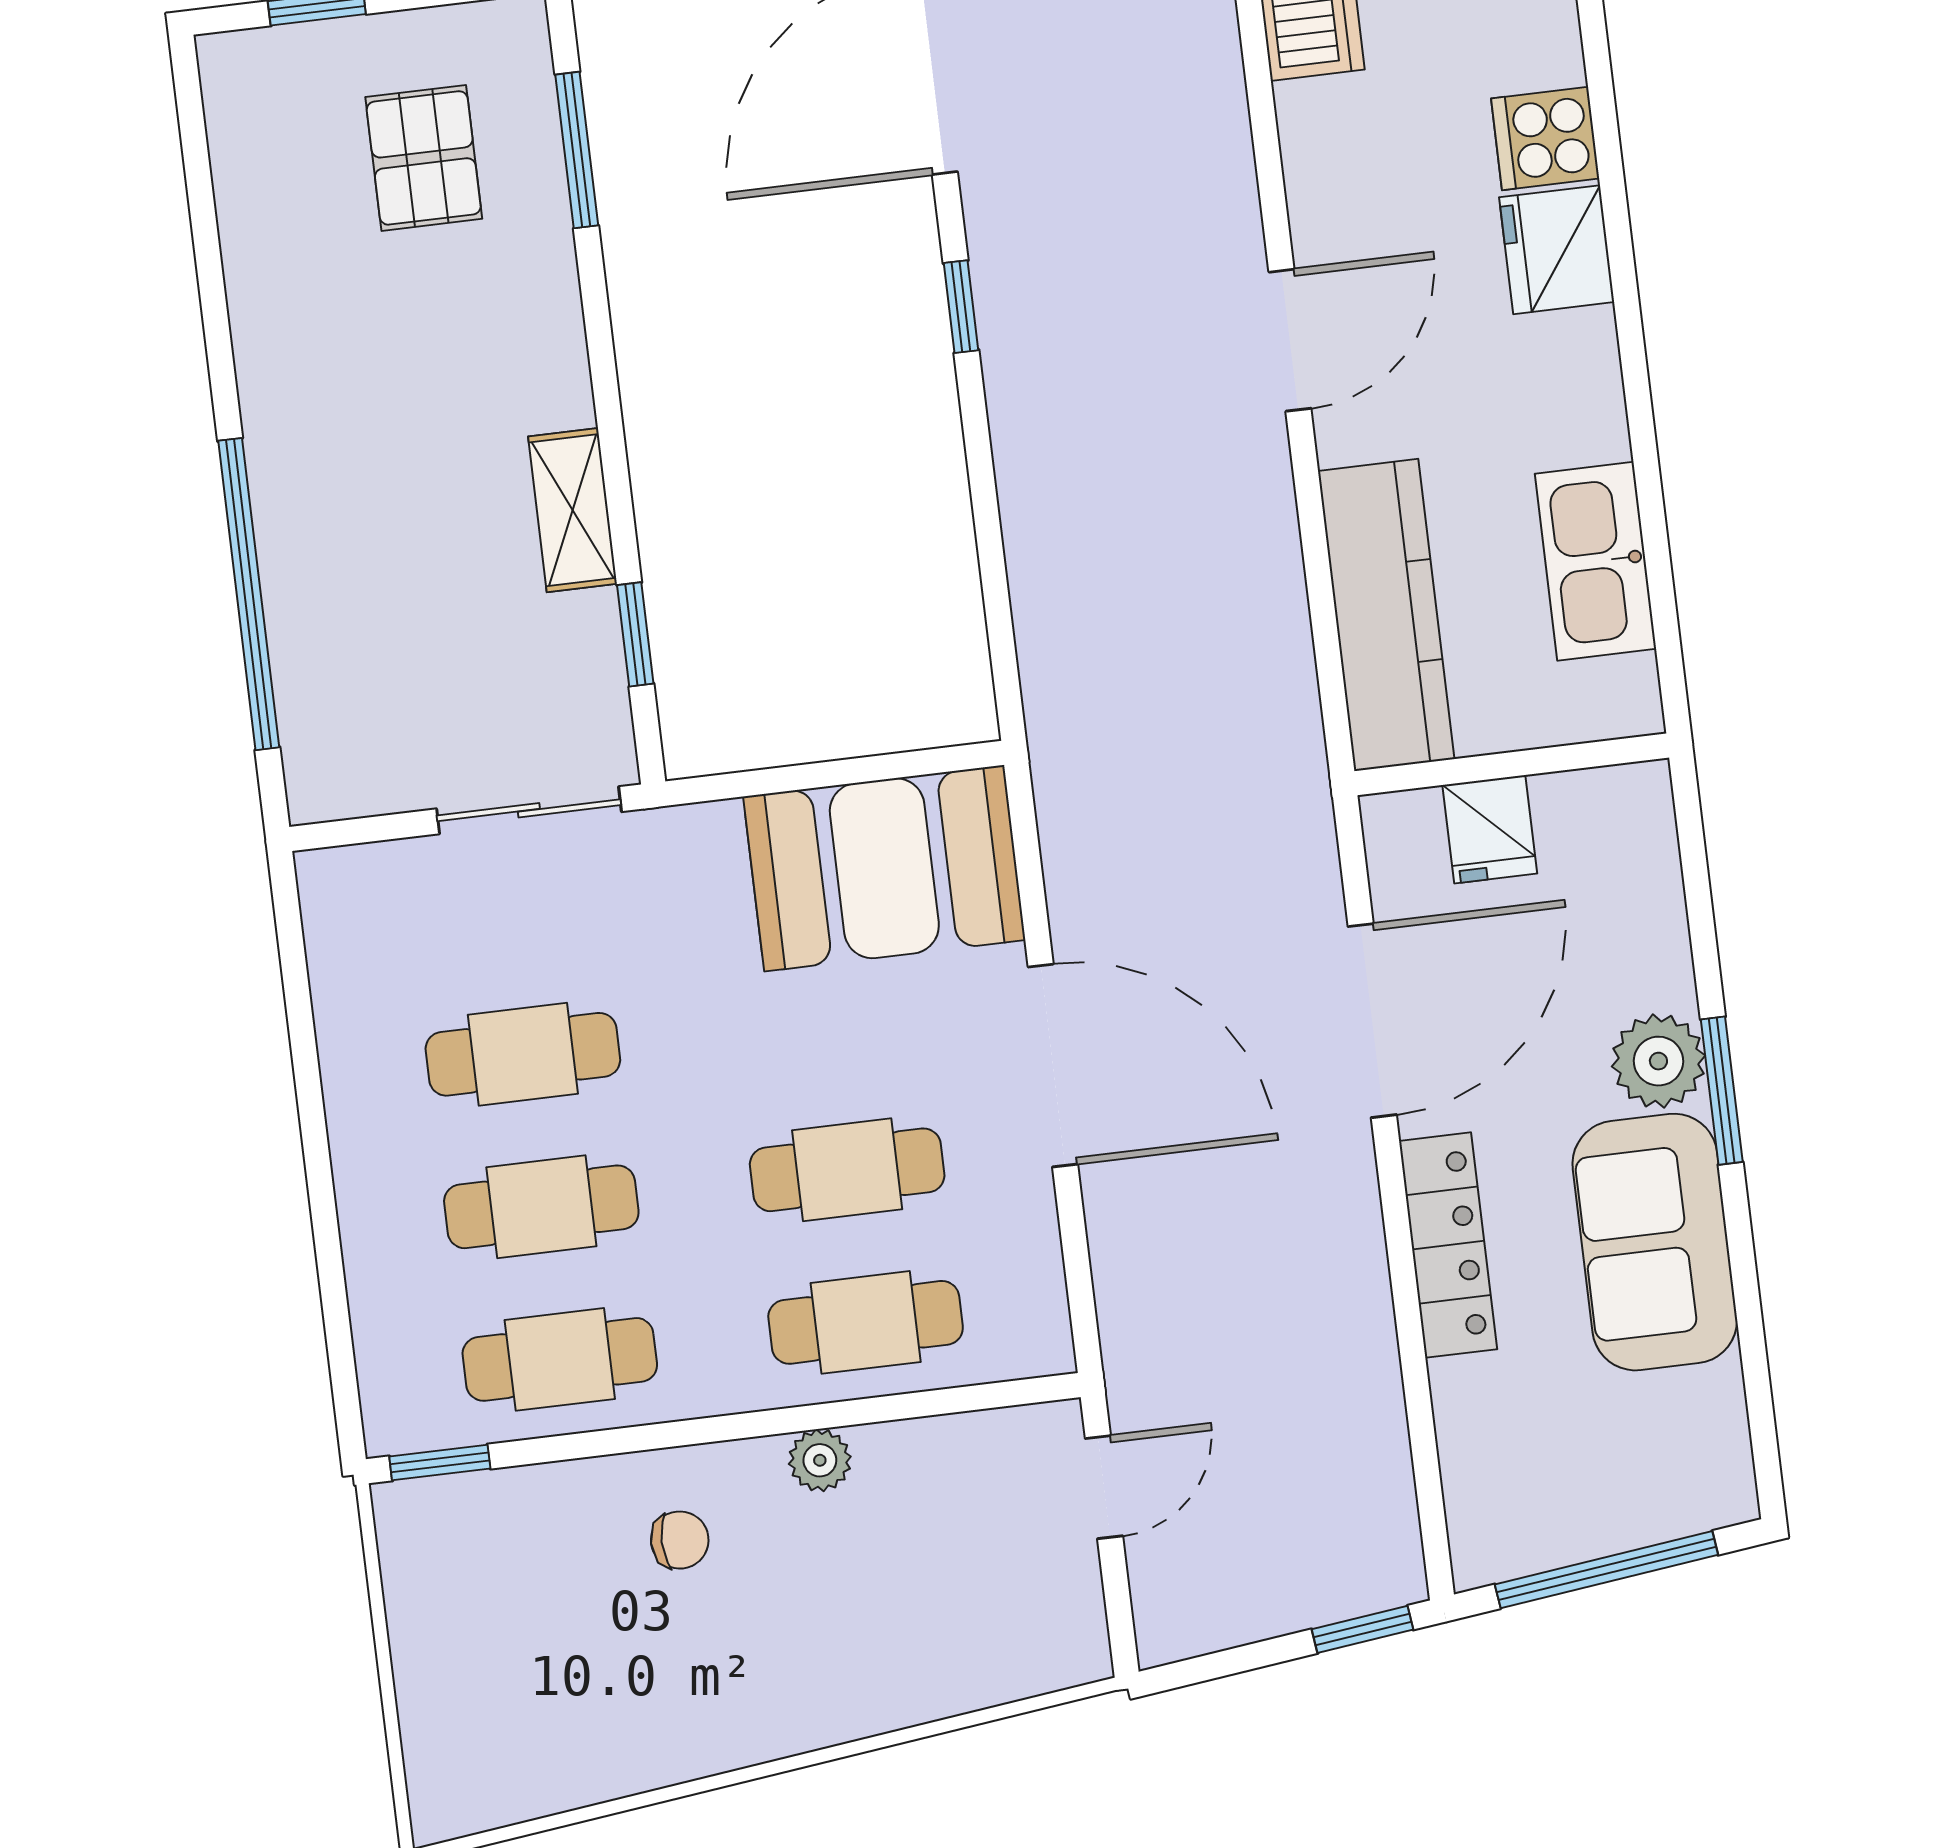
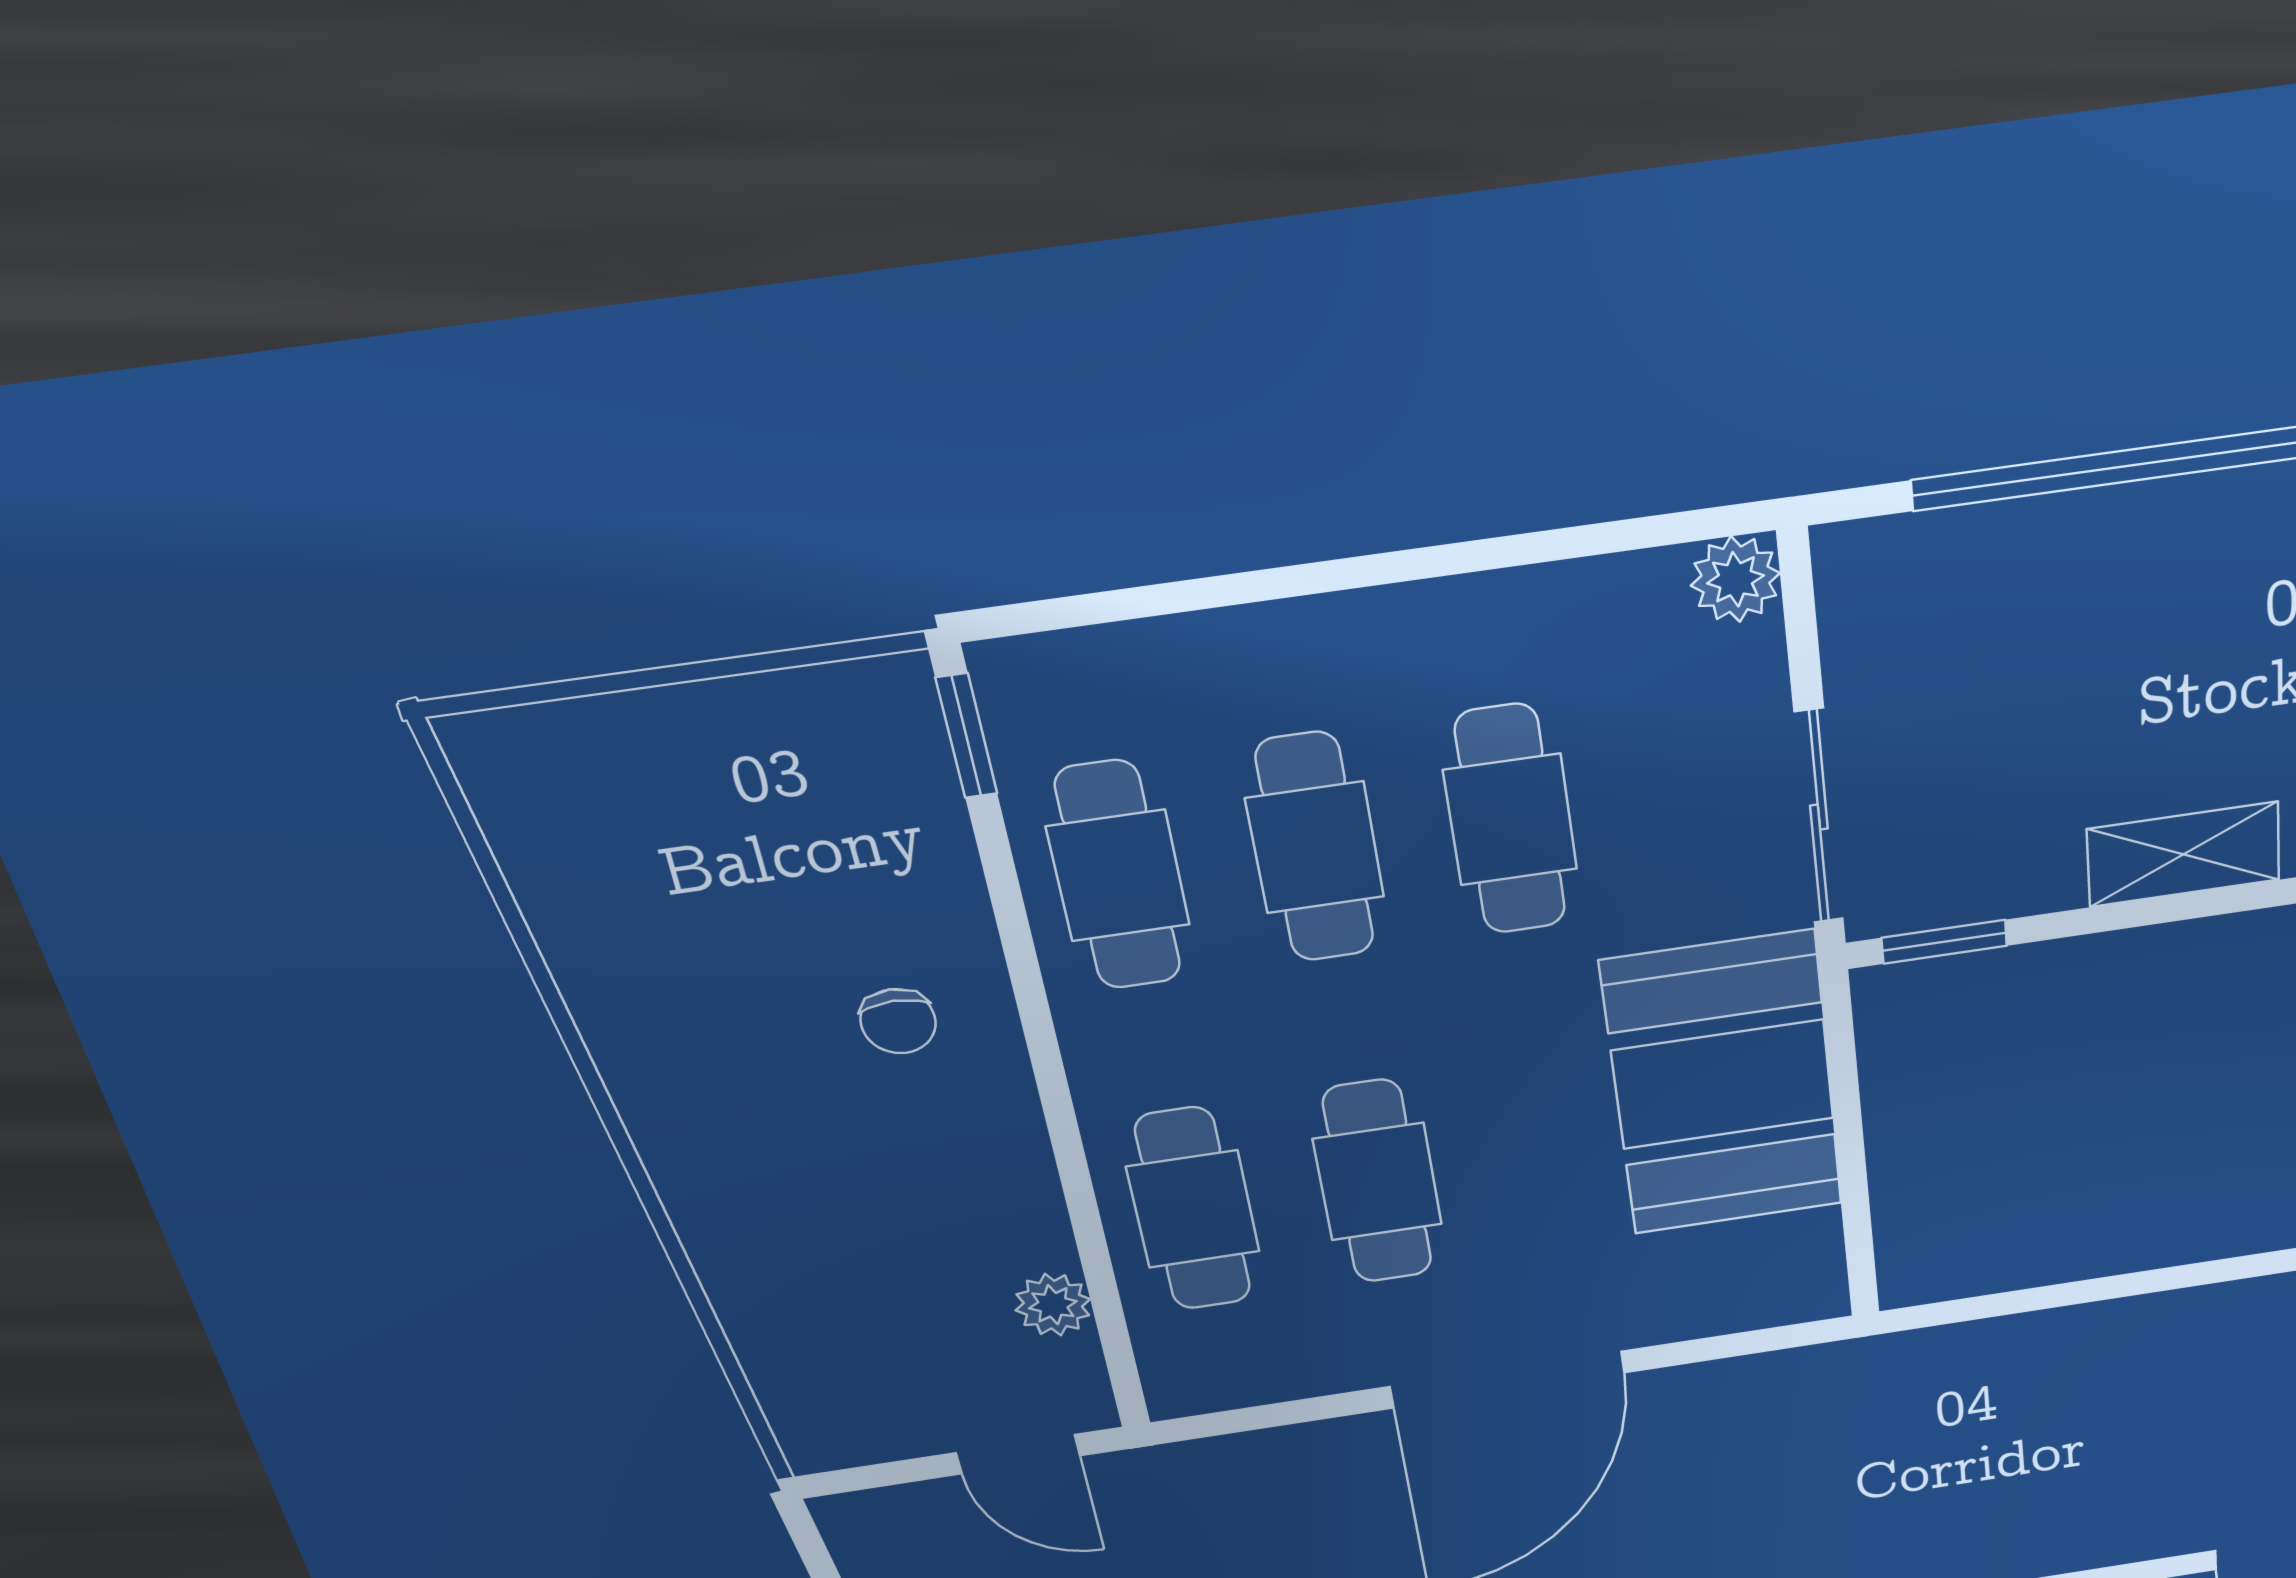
window: (635, 634) -> (1944, 942), moved
booth: (884, 868) -> (1723, 1085), moved
plant: (330, 881) -> (1735, 579), added
plant: (820, 1460) -> (1053, 1305), moved

